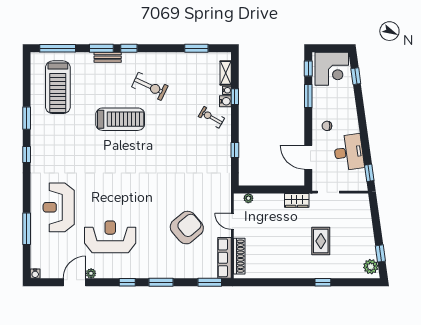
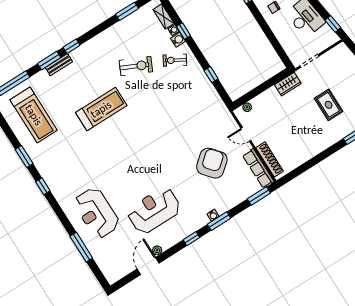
exercise bike: (150, 86) -> (136, 66), moved
door: (308, 157) -> (275, 43), removed
water cooler: (35, 274) -> (213, 215), moved

